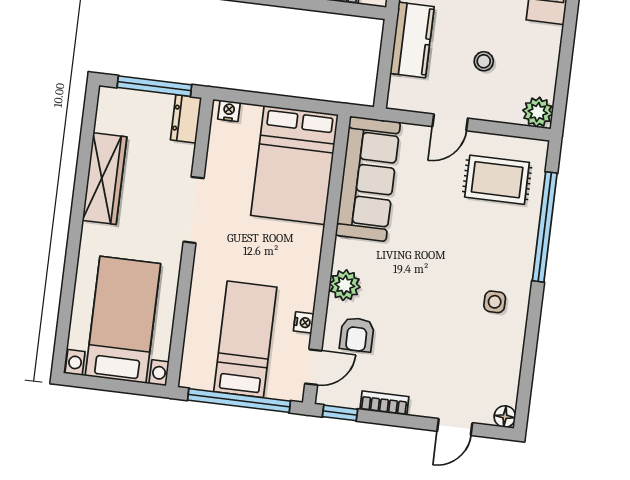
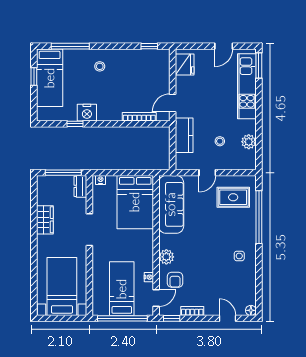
plant: (538, 112) -> (249, 142), moved
wardrobe: (105, 179) -> (45, 220), width x0.67
door: (455, 427) -> (227, 318), swing flipped

